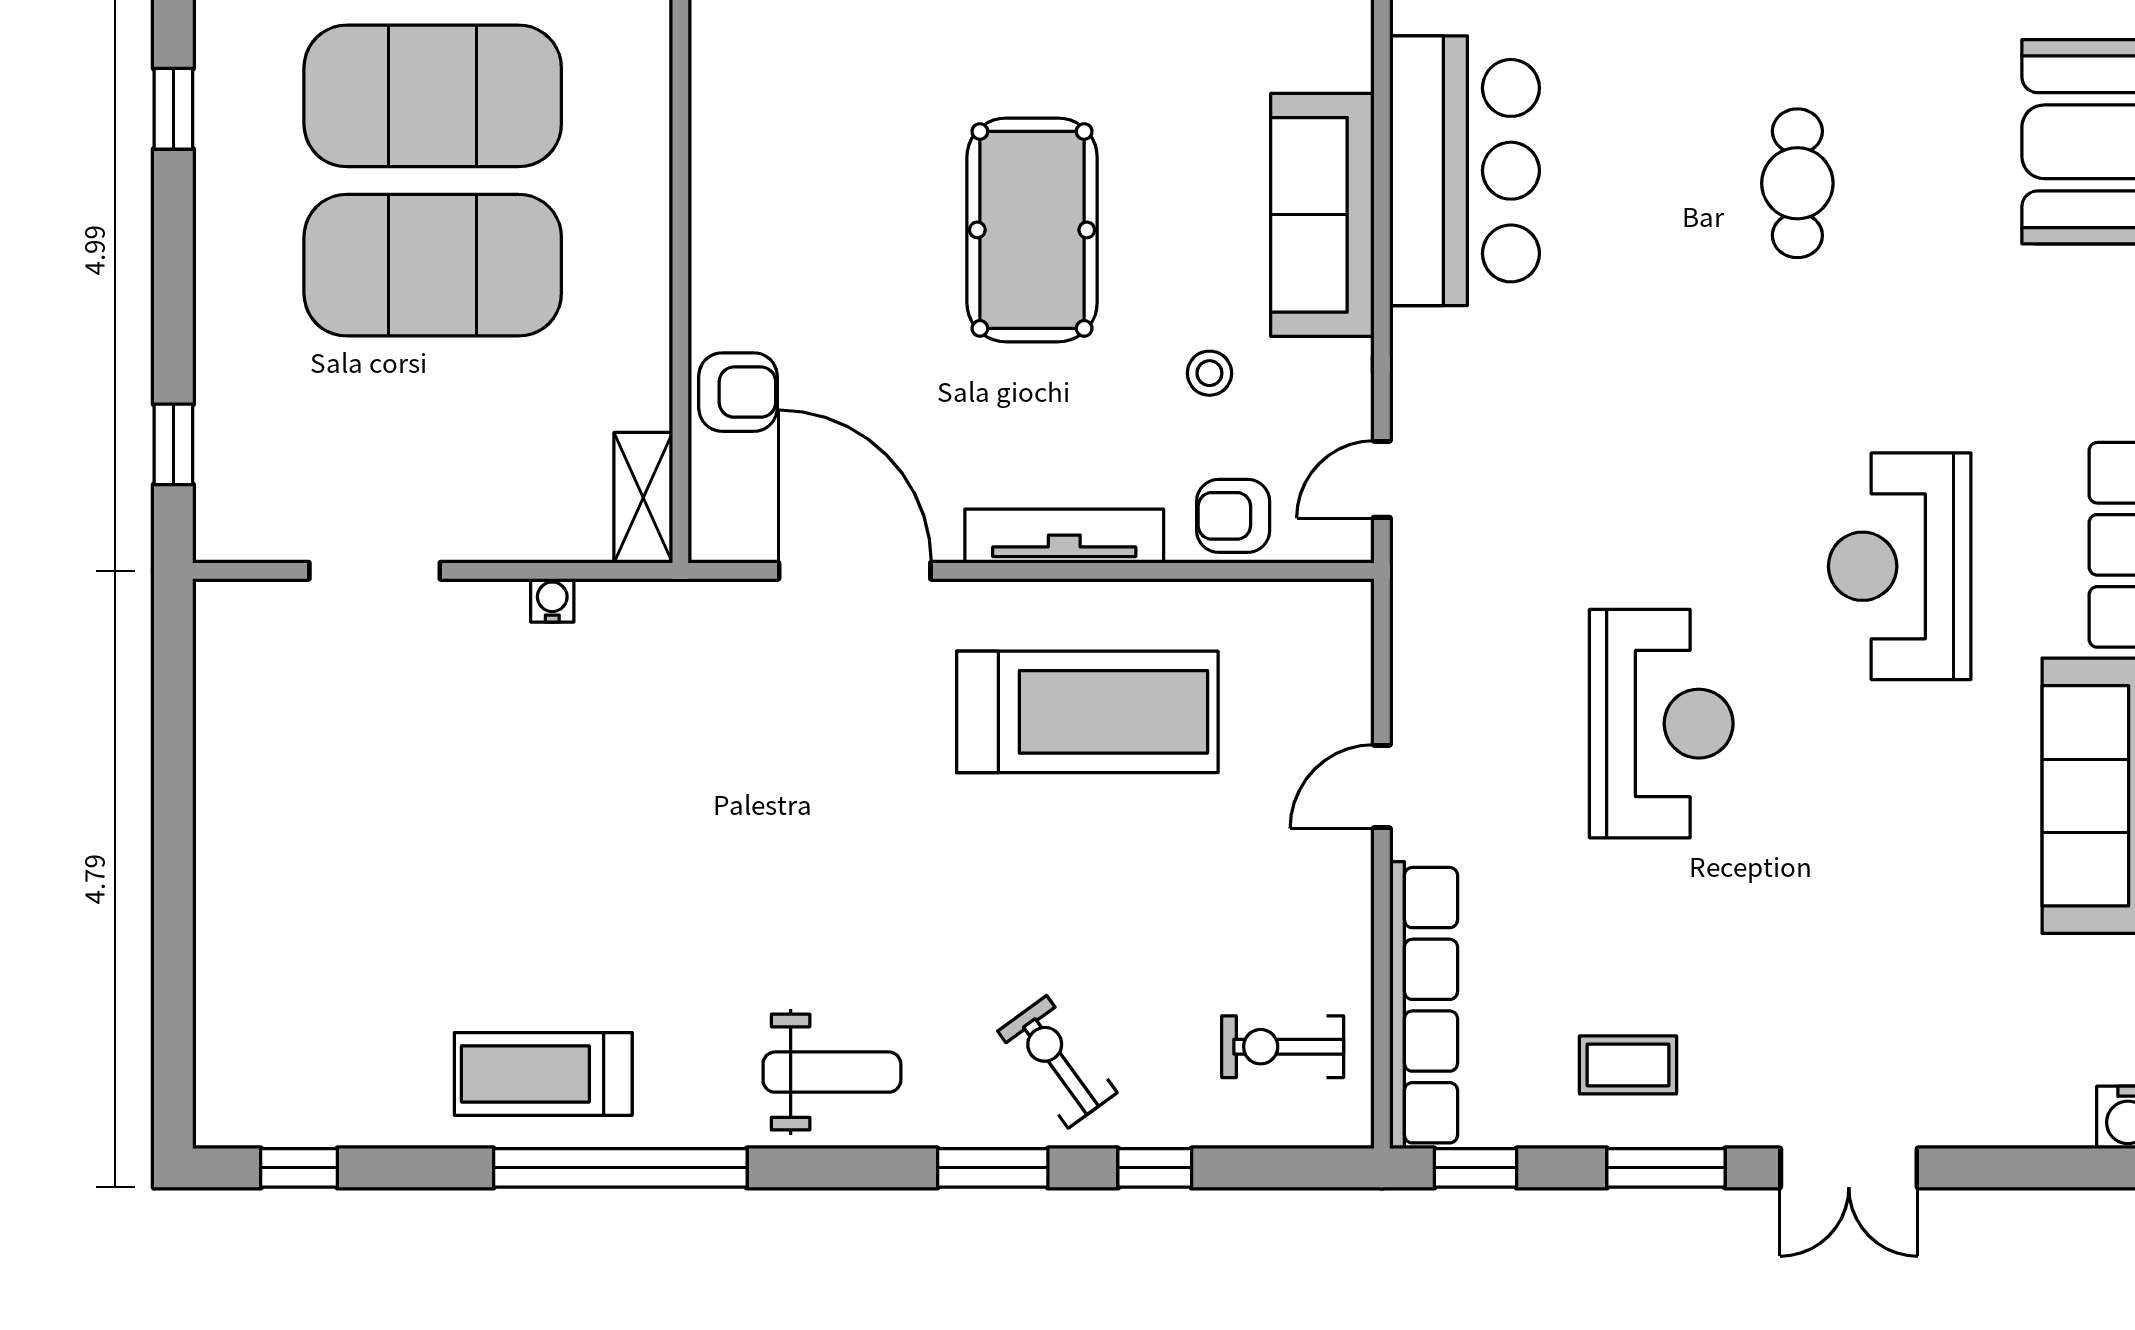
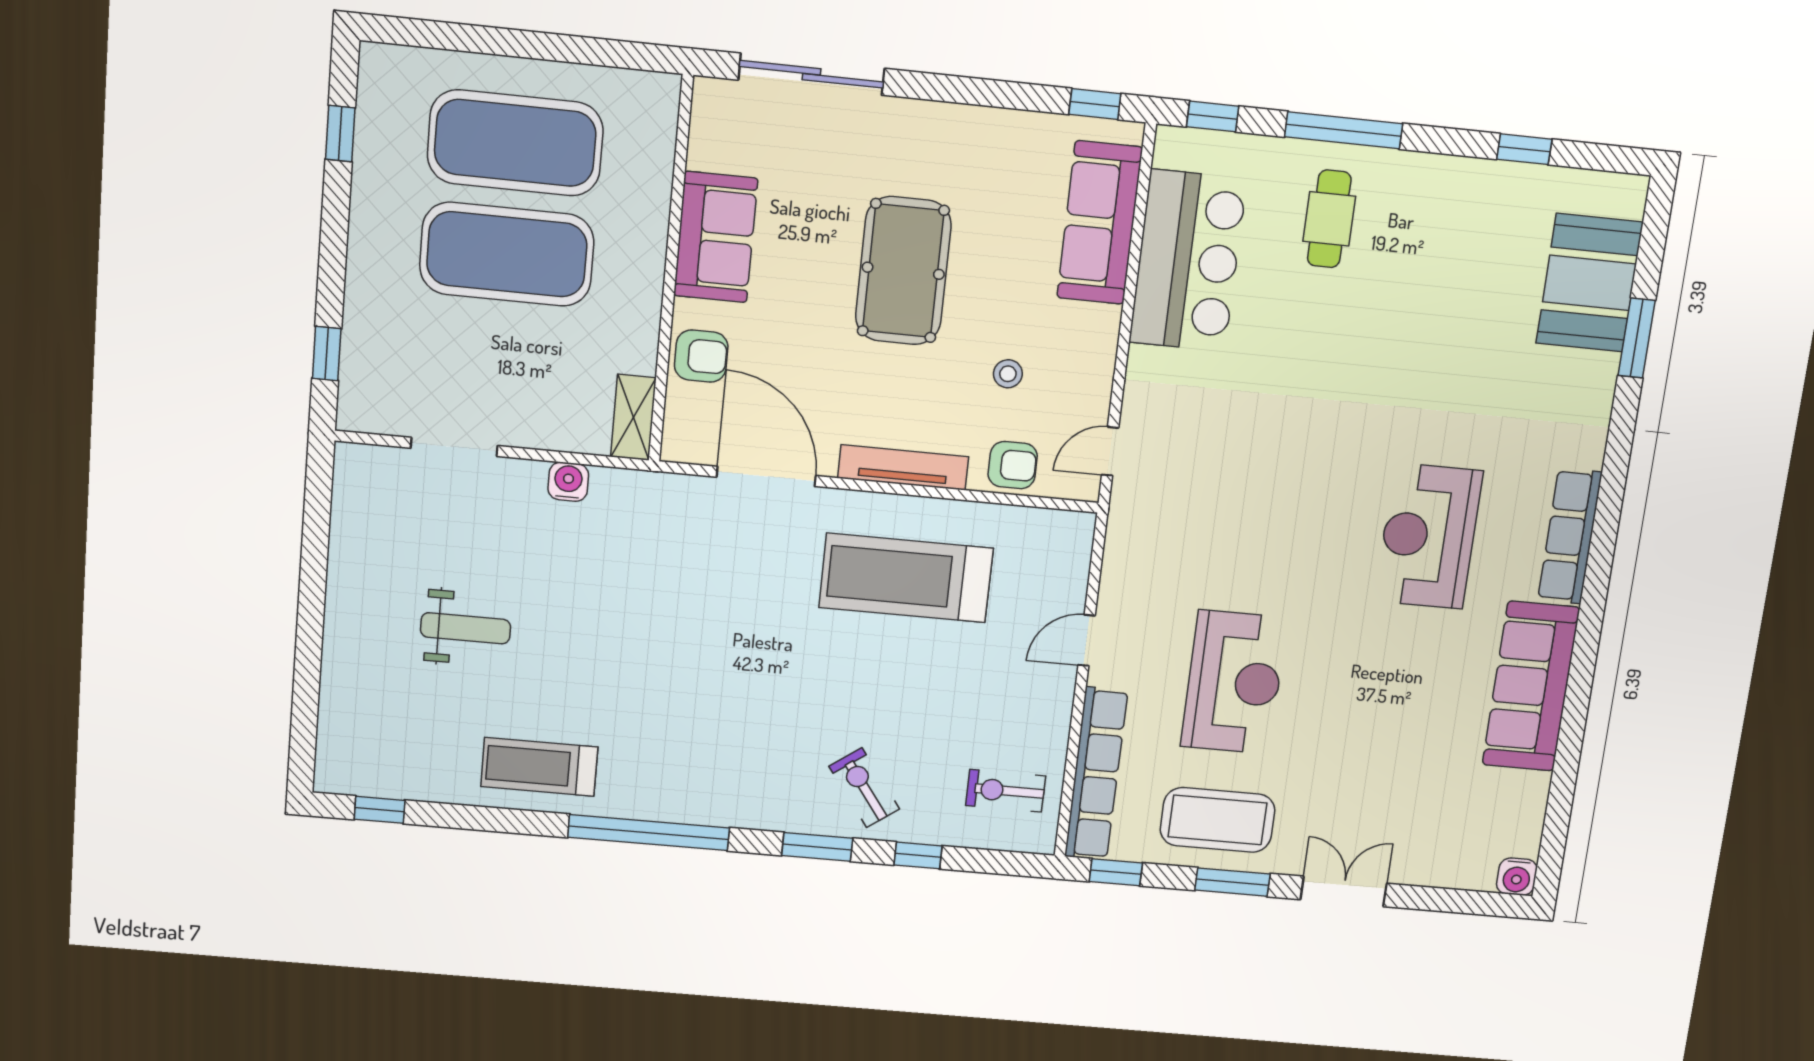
cafe table: (1797, 183) -> (1329, 219), moved
sofa: (744, 207) -> (716, 237), added
sofa: (1322, 215) -> (1100, 223), moved
armchair: (1233, 516) -> (1013, 465), turned 180
water cooler: (552, 600) -> (568, 482), width x1.38, depth x1.38
treadmill: (1087, 712) -> (906, 578), turned 180
reception desk: (1661, 724) -> (1234, 682), moved
coffee table: (1628, 1065) -> (1218, 820), width x1.86, depth x1.72
weight bench: (832, 1072) -> (466, 628), moved
window: (620, 1168) -> (649, 833), moved
double door: (1849, 1168) -> (1344, 891), swing flipped

